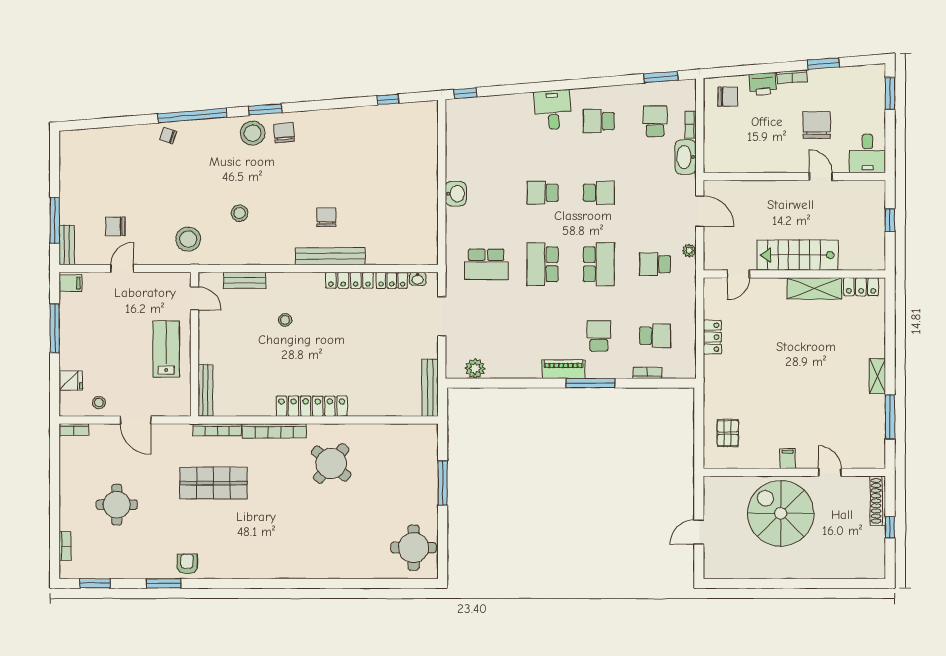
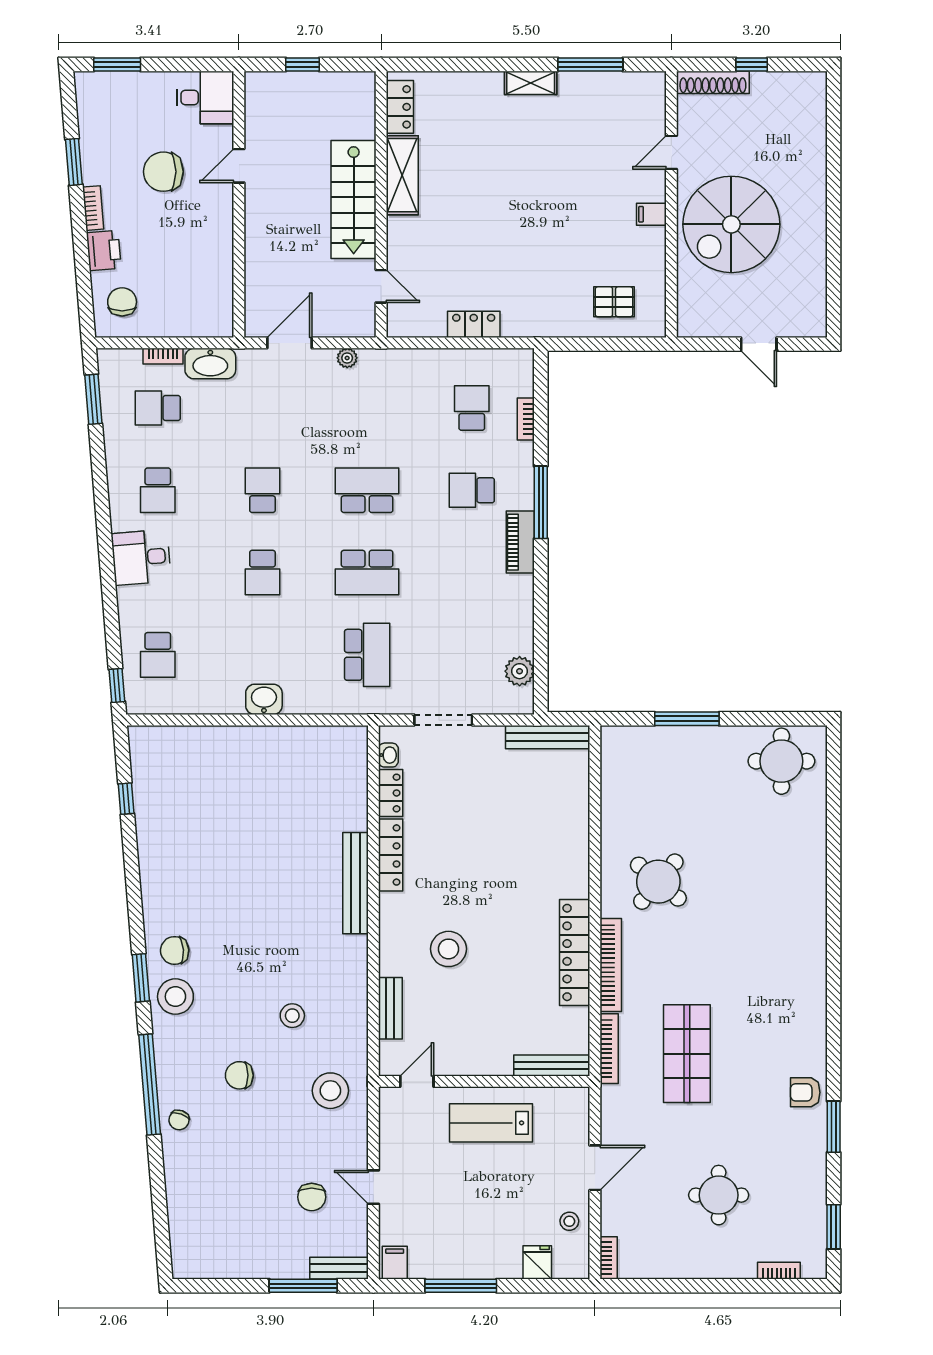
chair: (326, 217) -> (239, 1075), moved
school desk: (655, 264) -> (158, 655), moved
stool: (285, 320) -> (449, 949), width x1.89, depth x1.89
locker: (312, 406) -> (575, 952), moved

